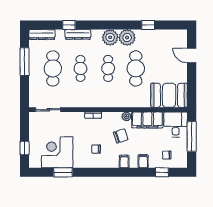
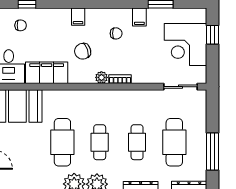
plant: (126, 116) -> (101, 77), moved
corner desk: (57, 152) -> (185, 45), moved, turned 90
filing cabinet: (143, 161) -> (139, 17), moved

